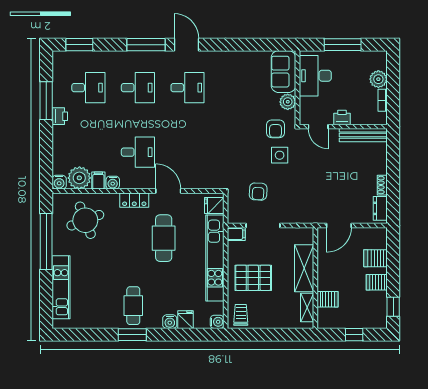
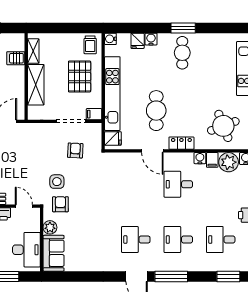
pallet: (253, 278) -> (80, 77), turned 90

